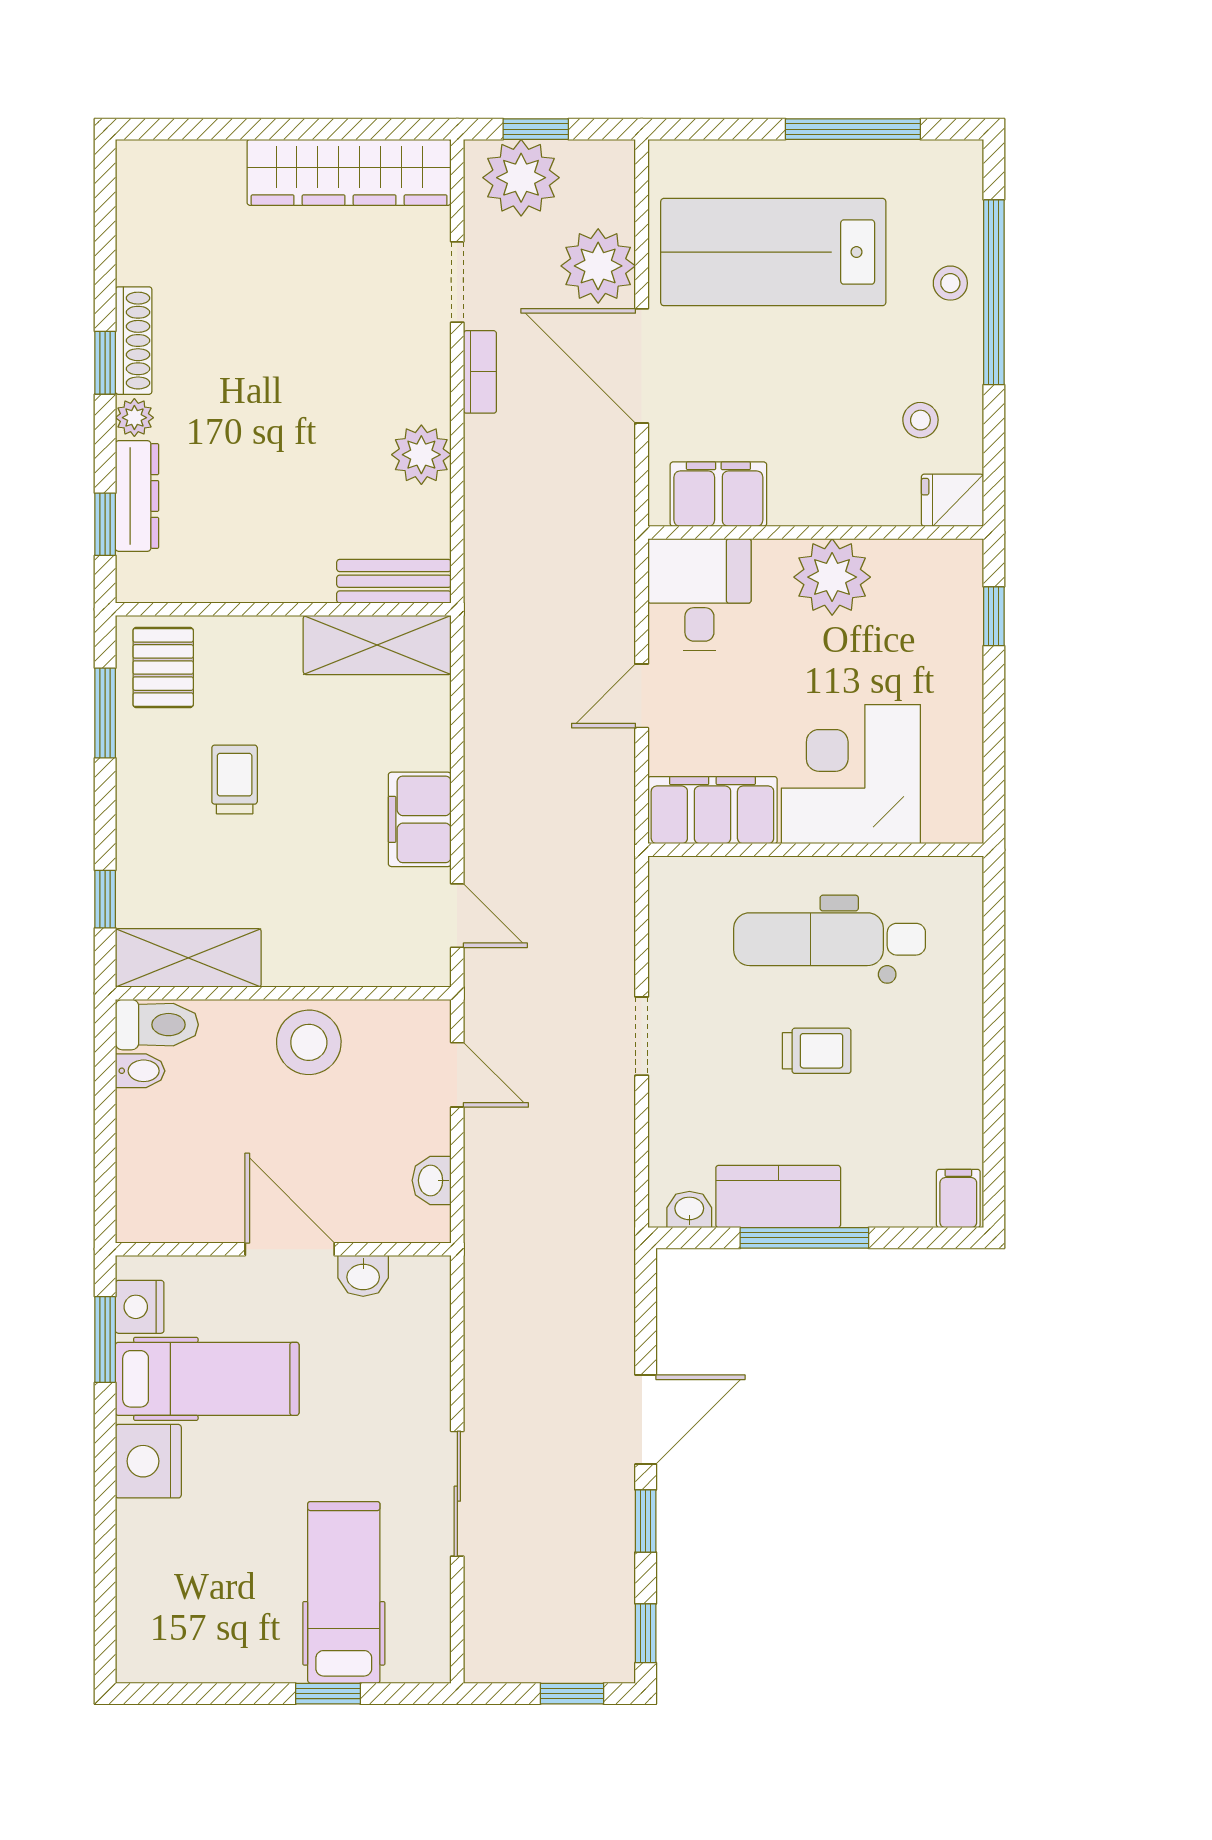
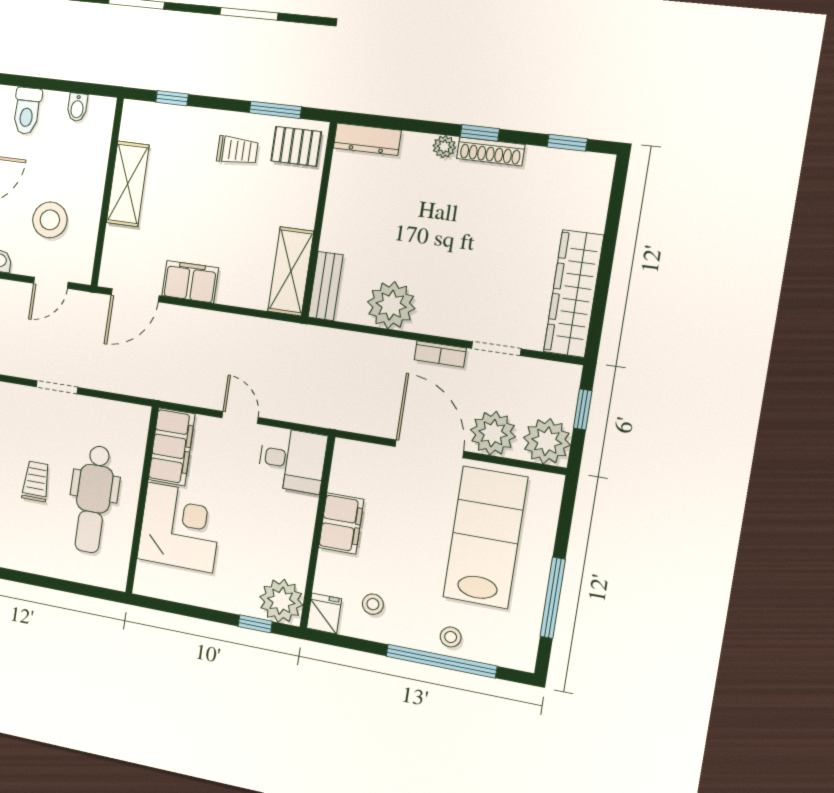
plant: (521, 178) -> (547, 441), moved
door: (642, 366) -> (429, 449), hinge flipped
plant: (421, 455) -> (391, 305), width x1.36, depth x1.36
filing cabinet: (718, 494) -> (341, 523), moved
dresser: (137, 496) -> (367, 139), moved
window: (105, 524) -> (567, 143), moved
plant: (832, 577) -> (281, 601), moved
trolley: (235, 779) -> (237, 150), moved
door: (457, 916) -> (135, 295), width x1.38
dental chair: (830, 939) -> (93, 499), turned 180
shelving: (188, 958) -> (128, 184), moved
toilet: (157, 1025) -> (27, 111), moved
stool: (309, 1042) -> (50, 220), moved
trolley: (817, 1051) -> (36, 481), turned 180

